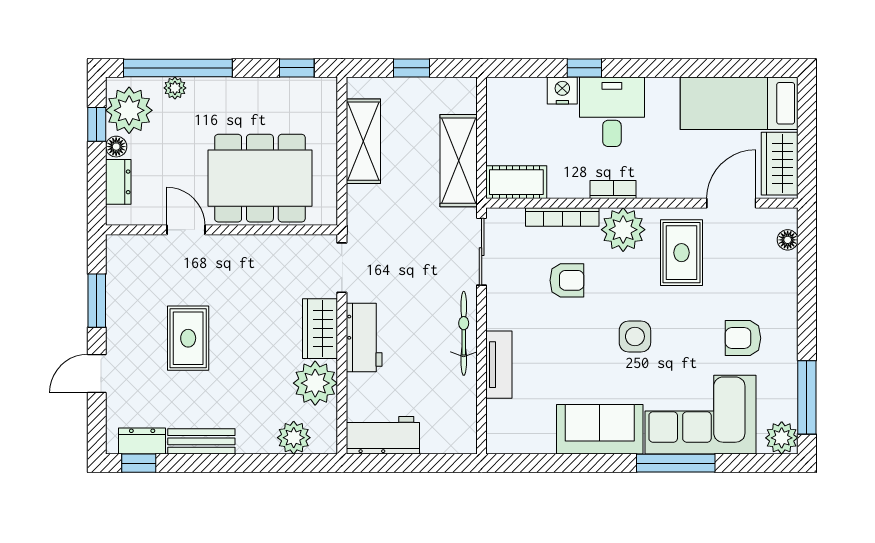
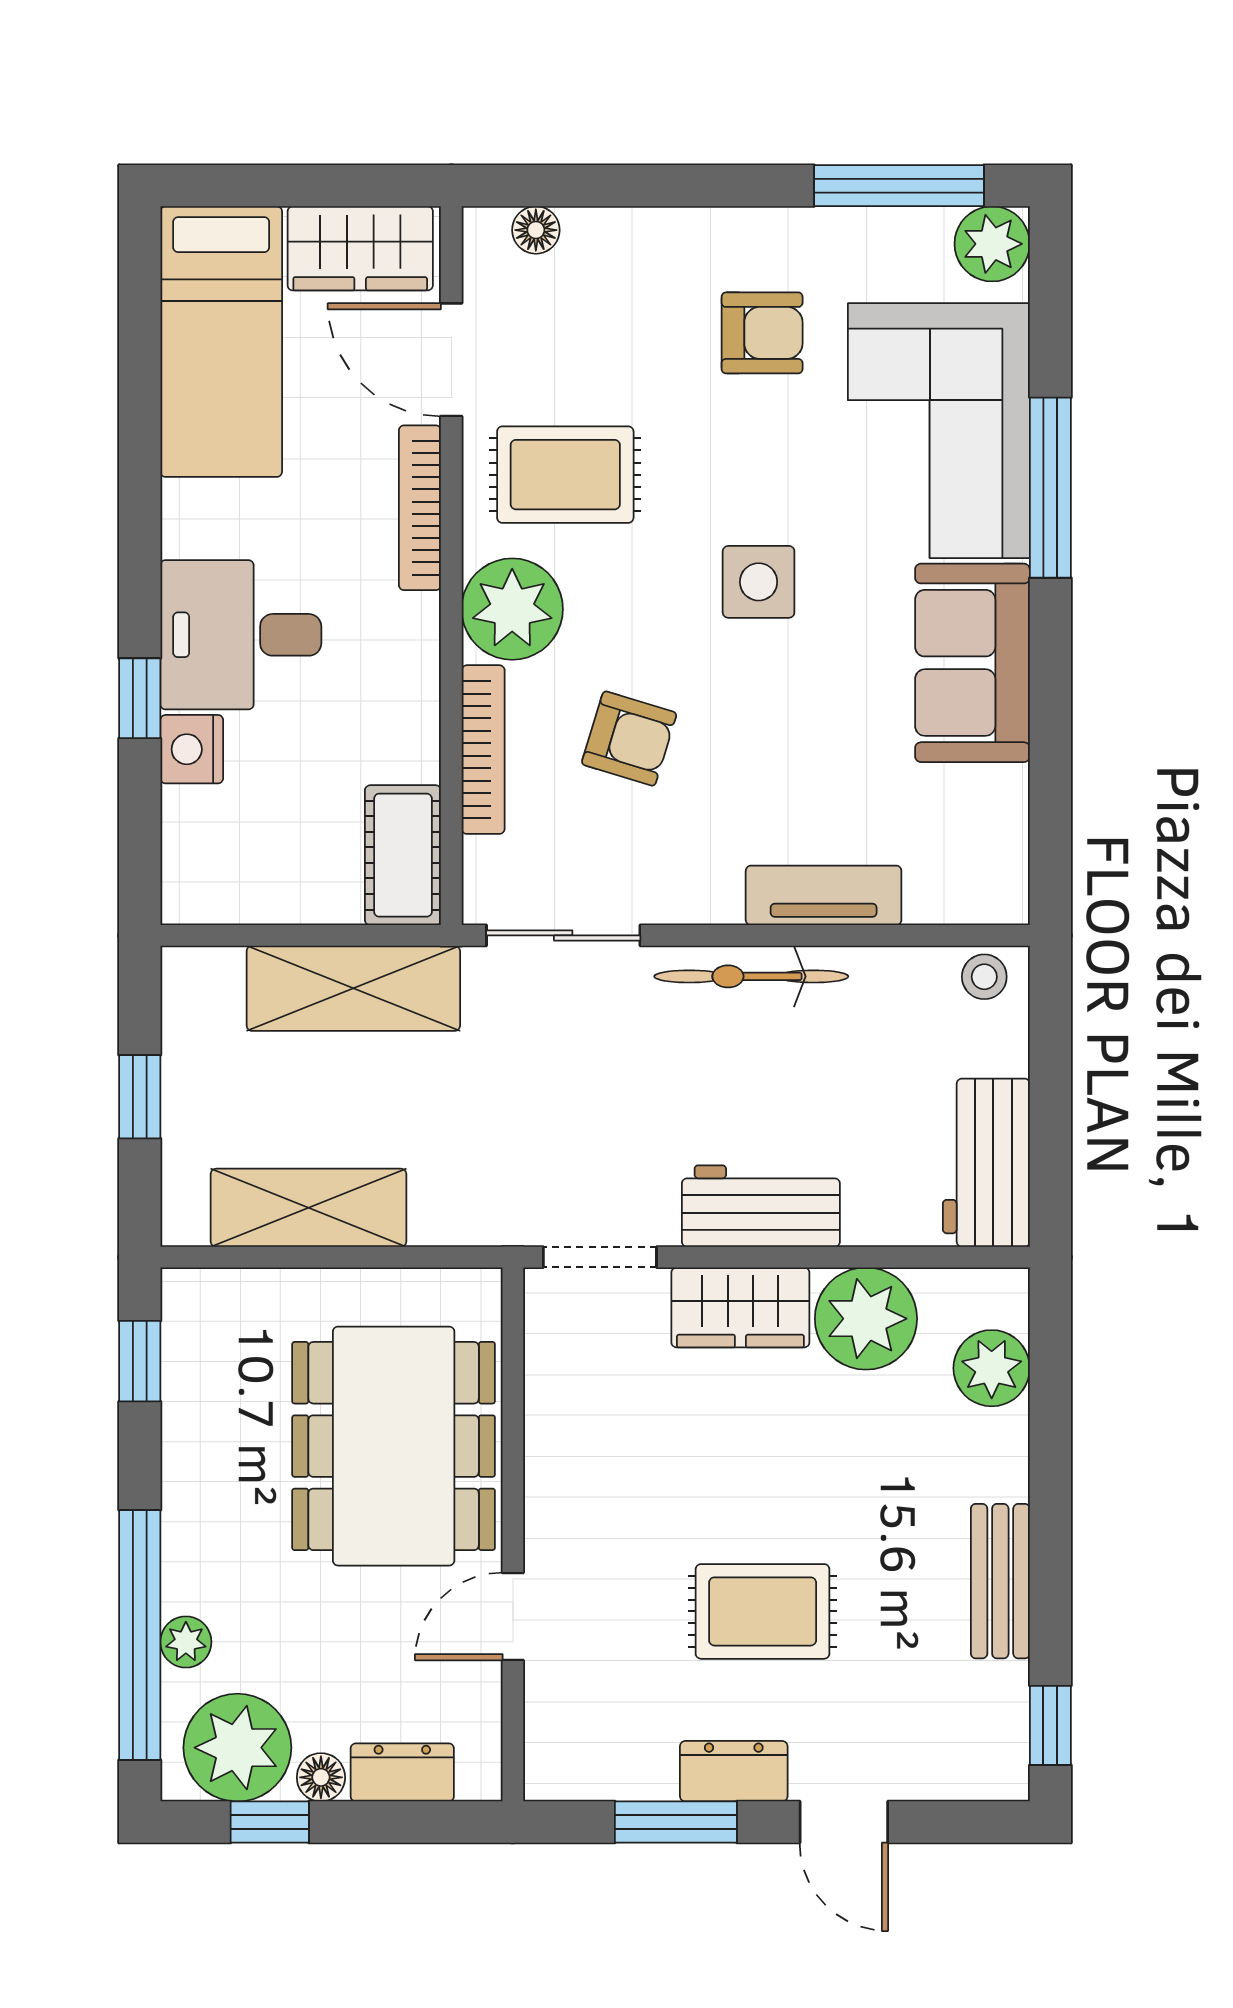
bookcase: (613, 190) -> (420, 508), moved, width x1.56
armchair: (567, 280) -> (629, 739), turned 107
armchair: (743, 338) -> (762, 333), turned -90
stool: (464, 434) -> (984, 977), added
dresser: (142, 441) -> (734, 1771), moved, turned 90

